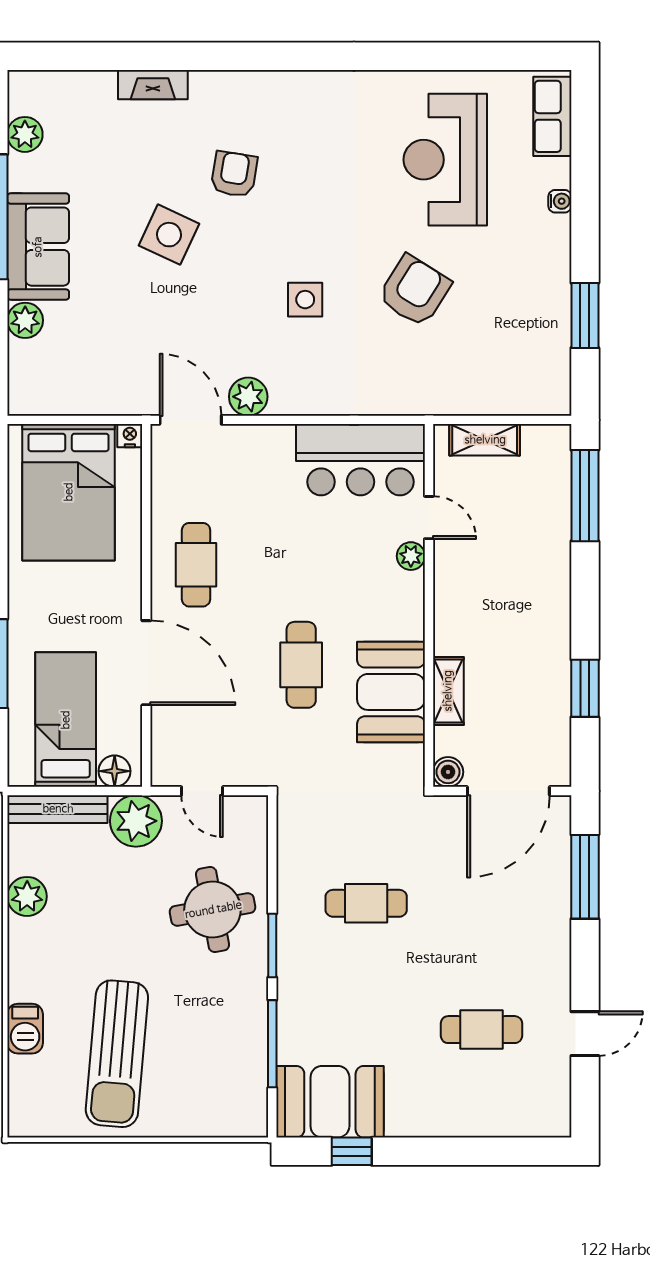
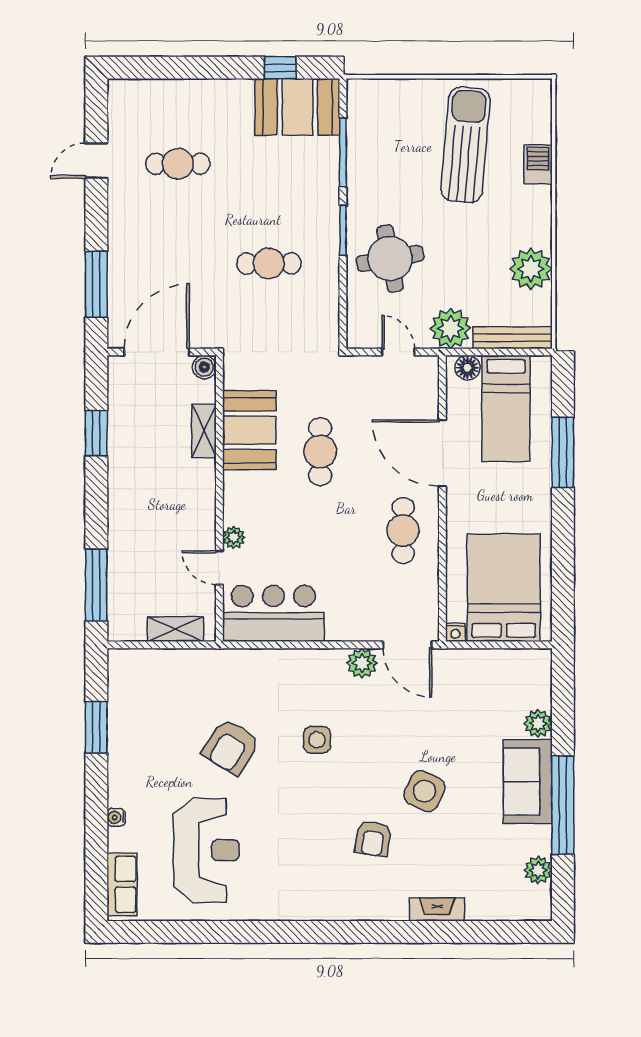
plant: (27, 896) -> (531, 269), width x1.36, depth x1.36

